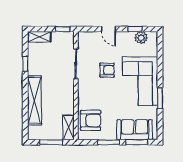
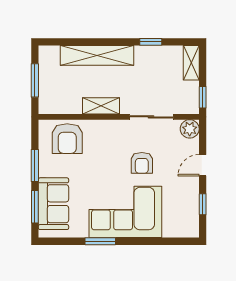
plant: (141, 38) -> (190, 129), moved
shelving: (68, 127) -> (101, 106), moved

